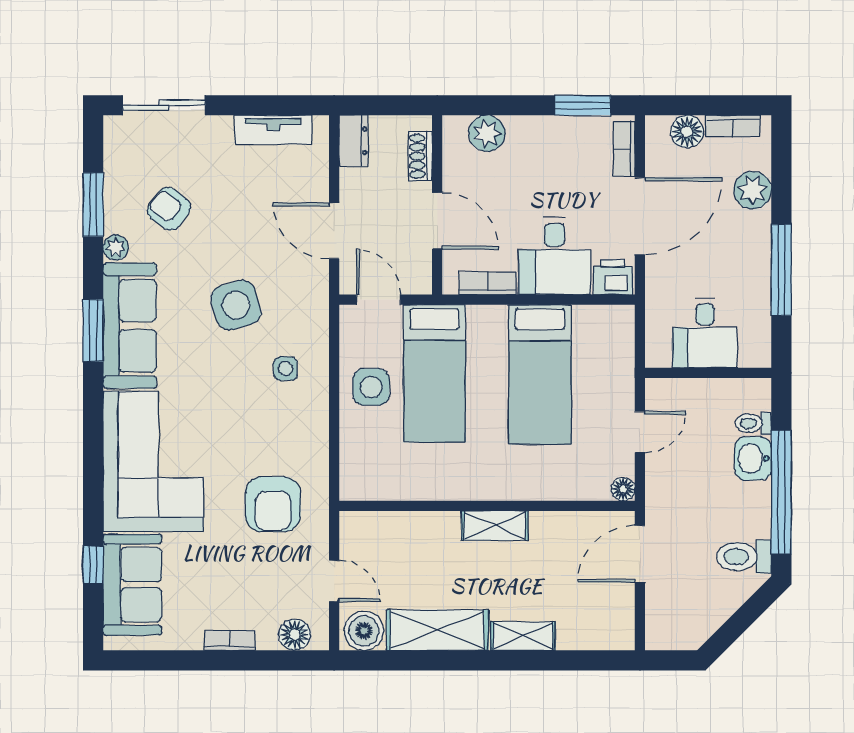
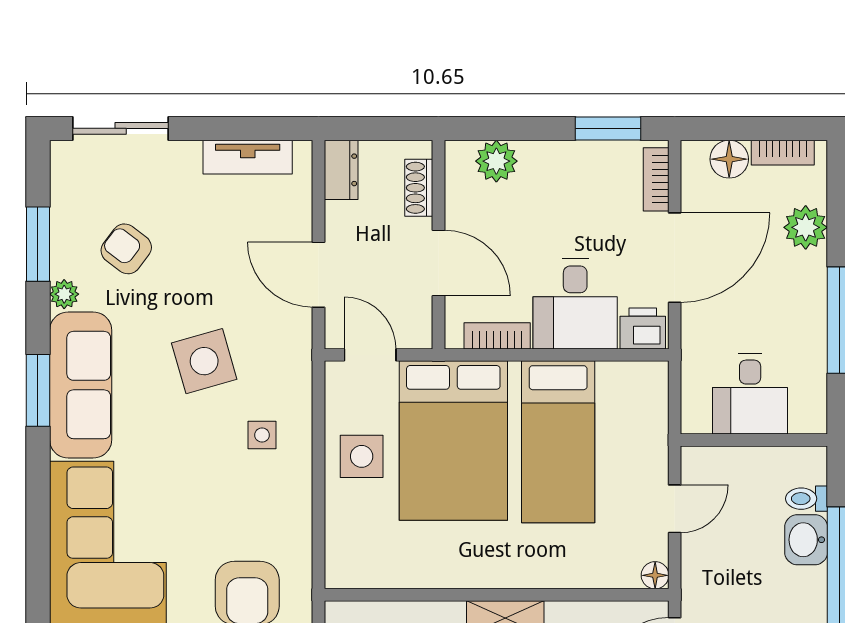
bed: (434, 373) -> (453, 441), width x1.50

